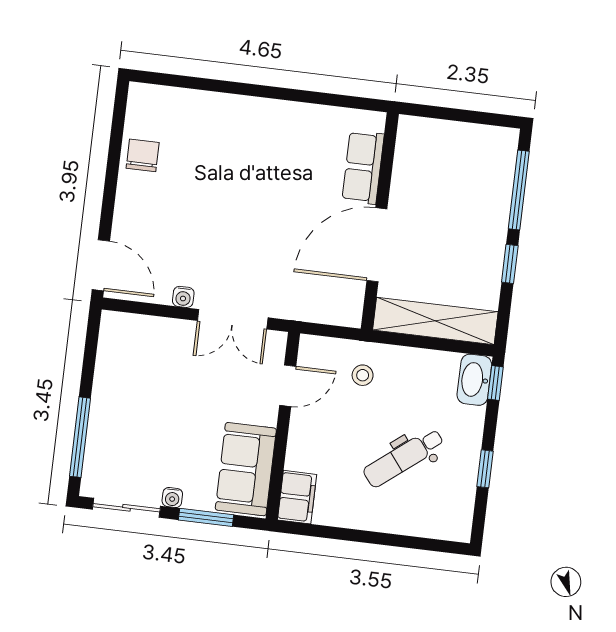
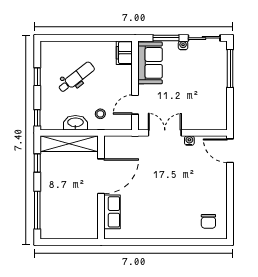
chair: (143, 155) -> (208, 221), moved
window: (510, 264) -> (37, 163), moved
washbasin: (474, 380) -> (75, 123), moved, turned -90

